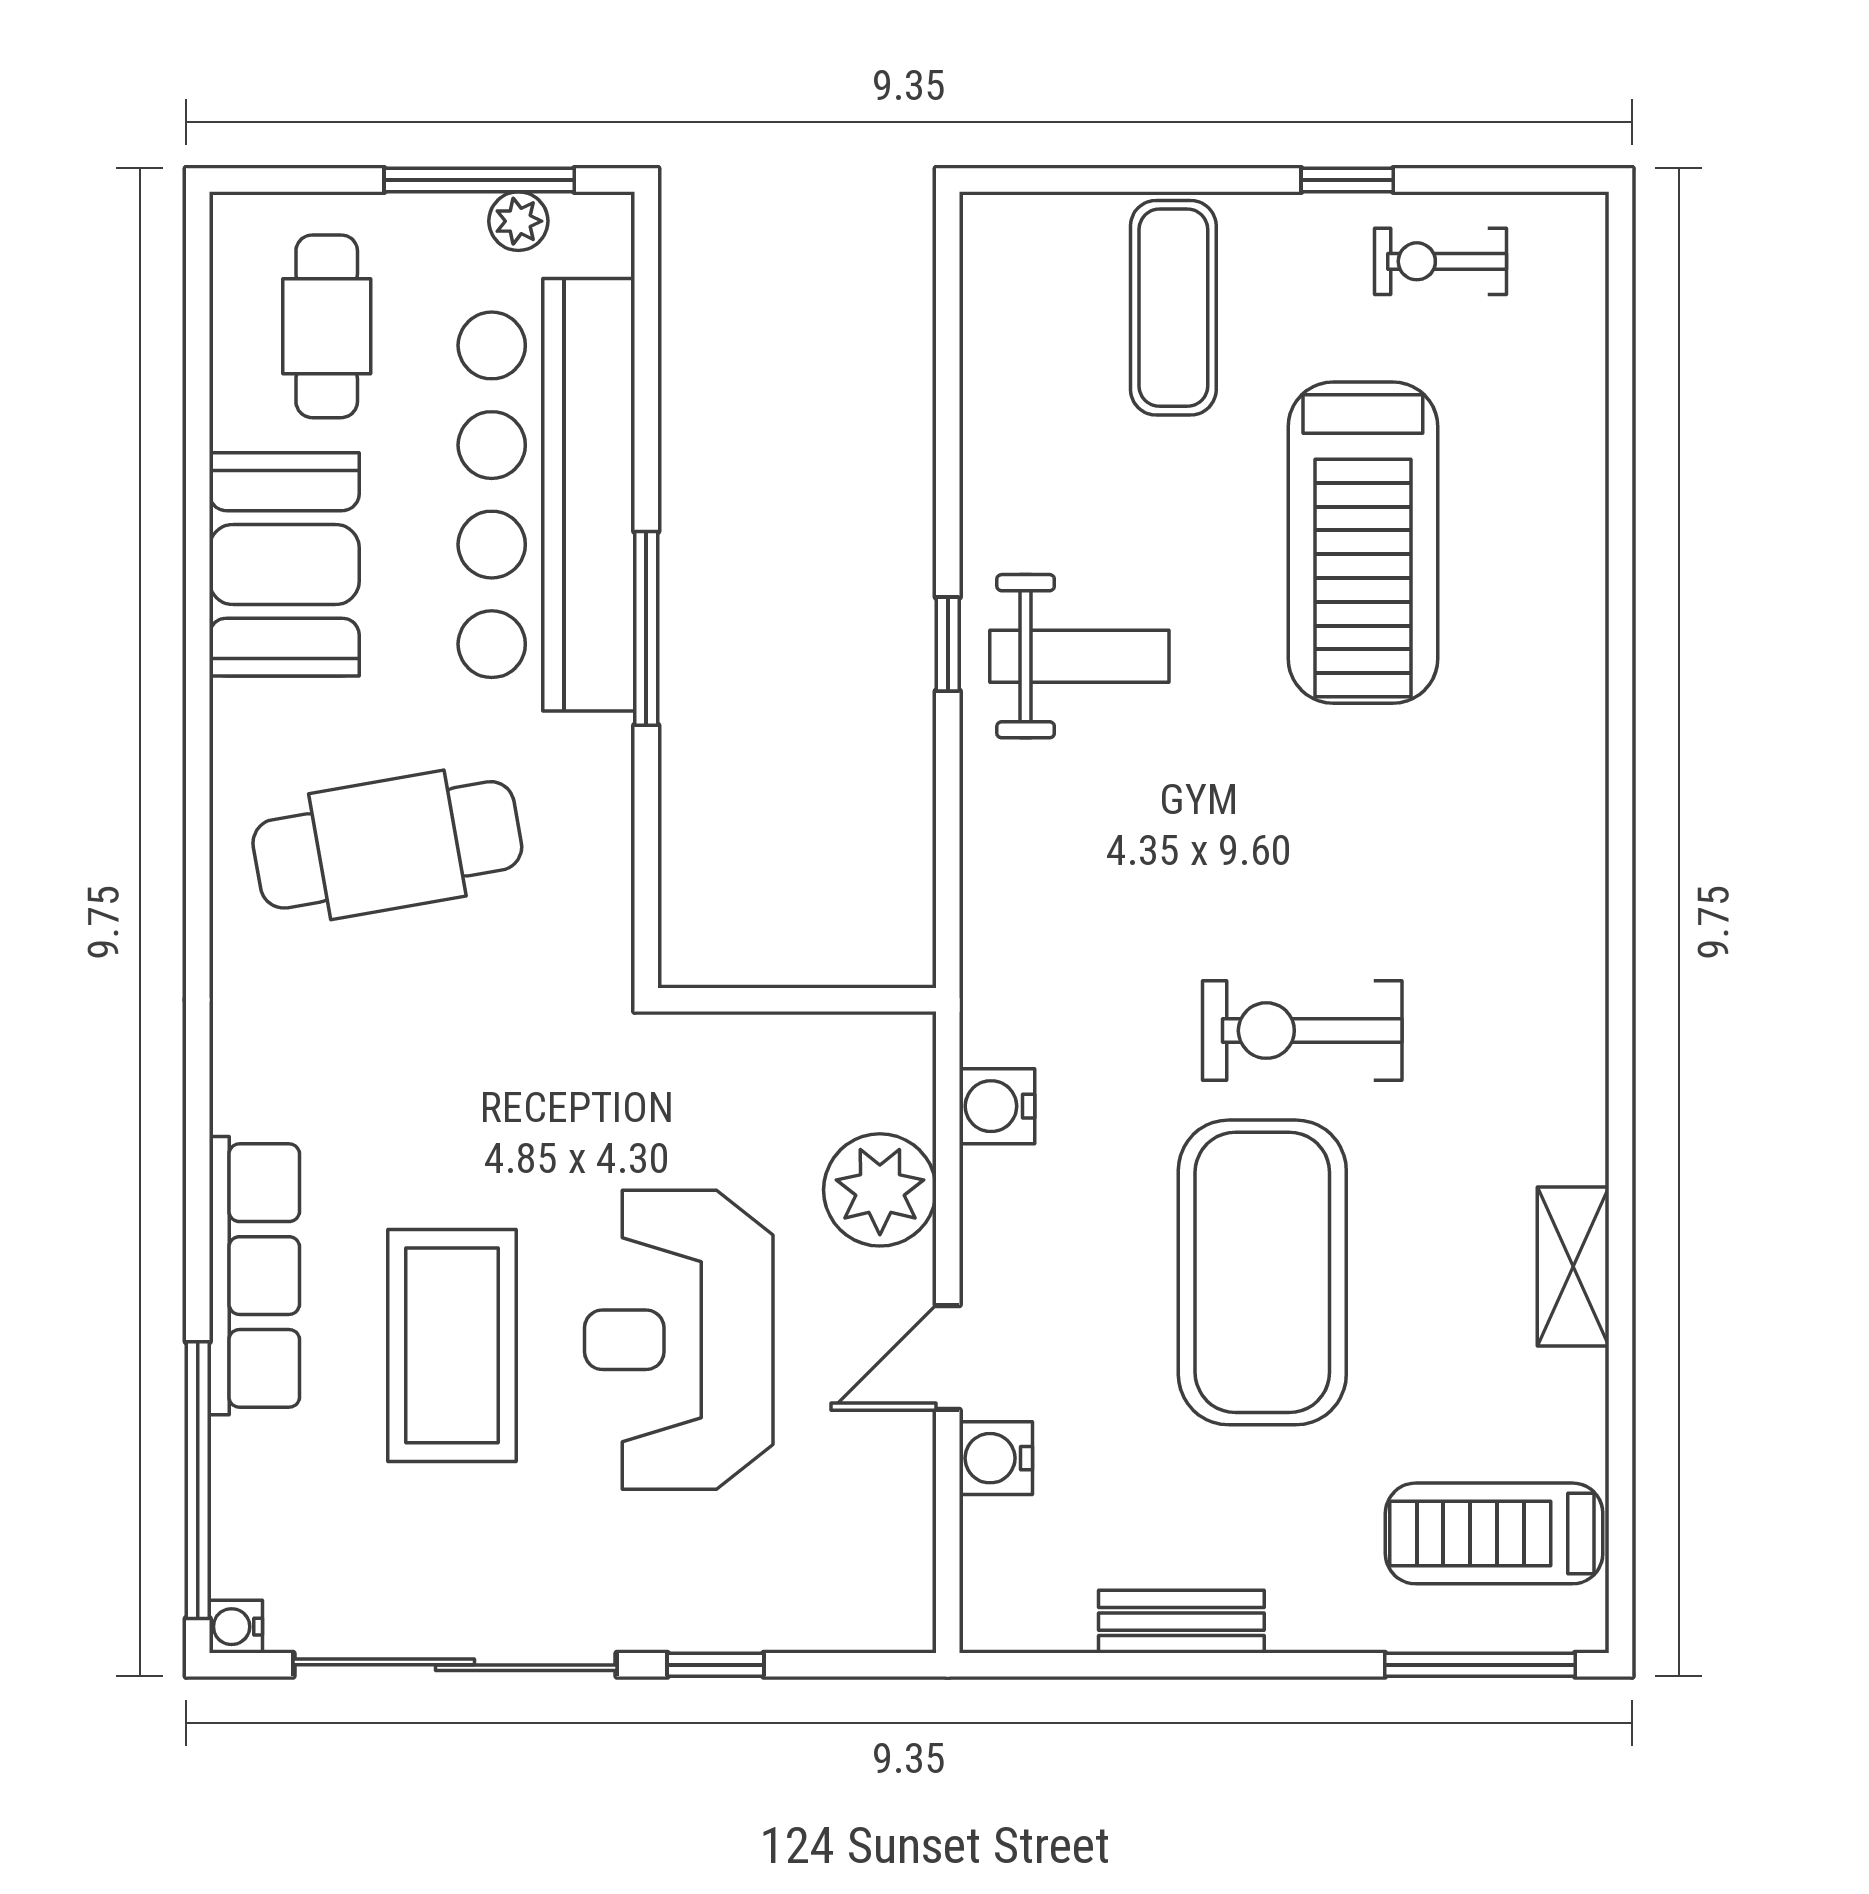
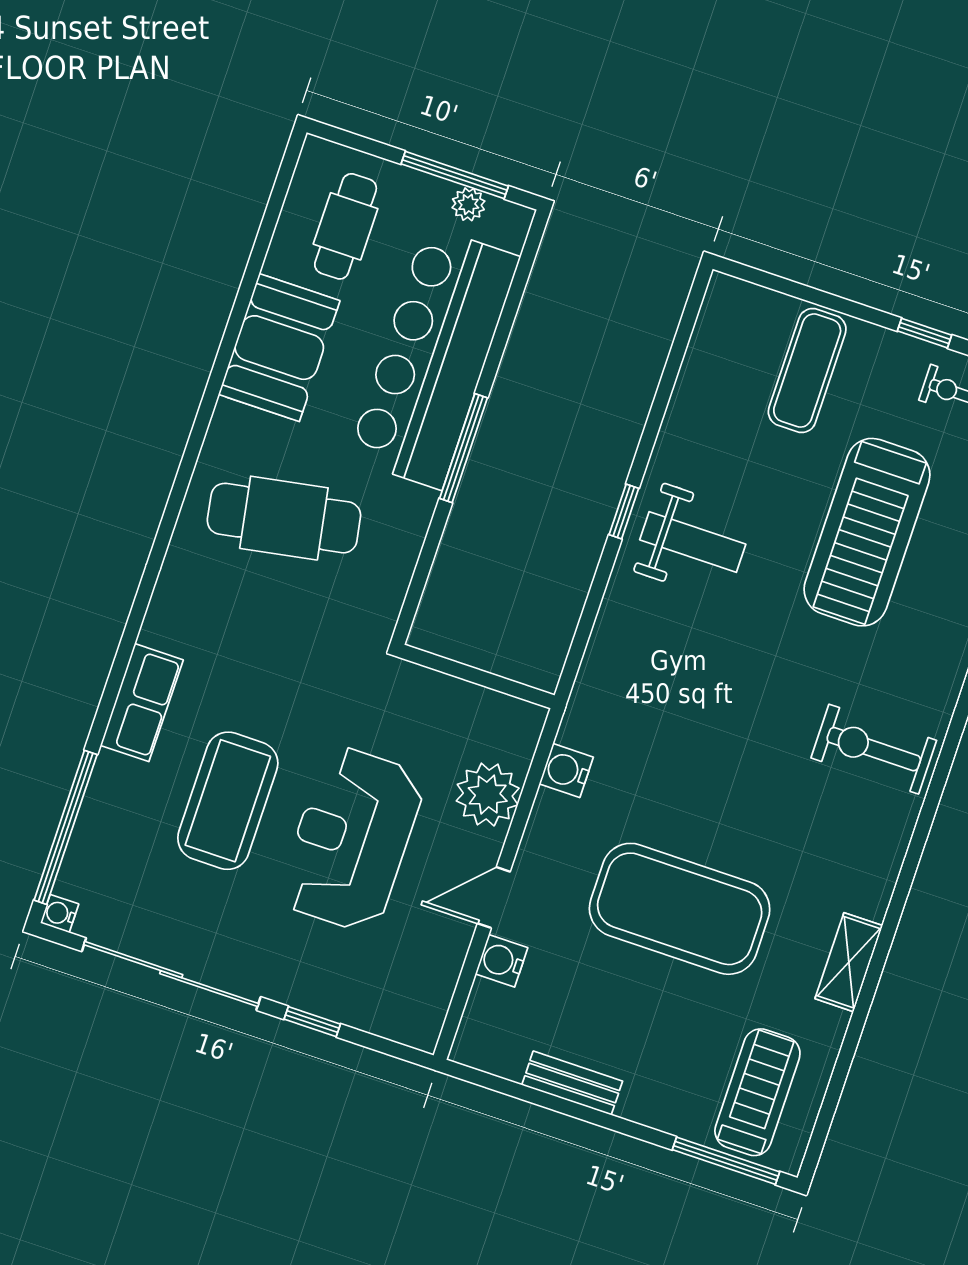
exercise bike: (1302, 1031) -> (874, 749), moved
exercise mat: (1262, 1272) -> (680, 909), turned 90
row of seats: (254, 1276) -> (142, 703), width x0.68
treadmill: (1494, 1533) -> (757, 1092), turned 90

